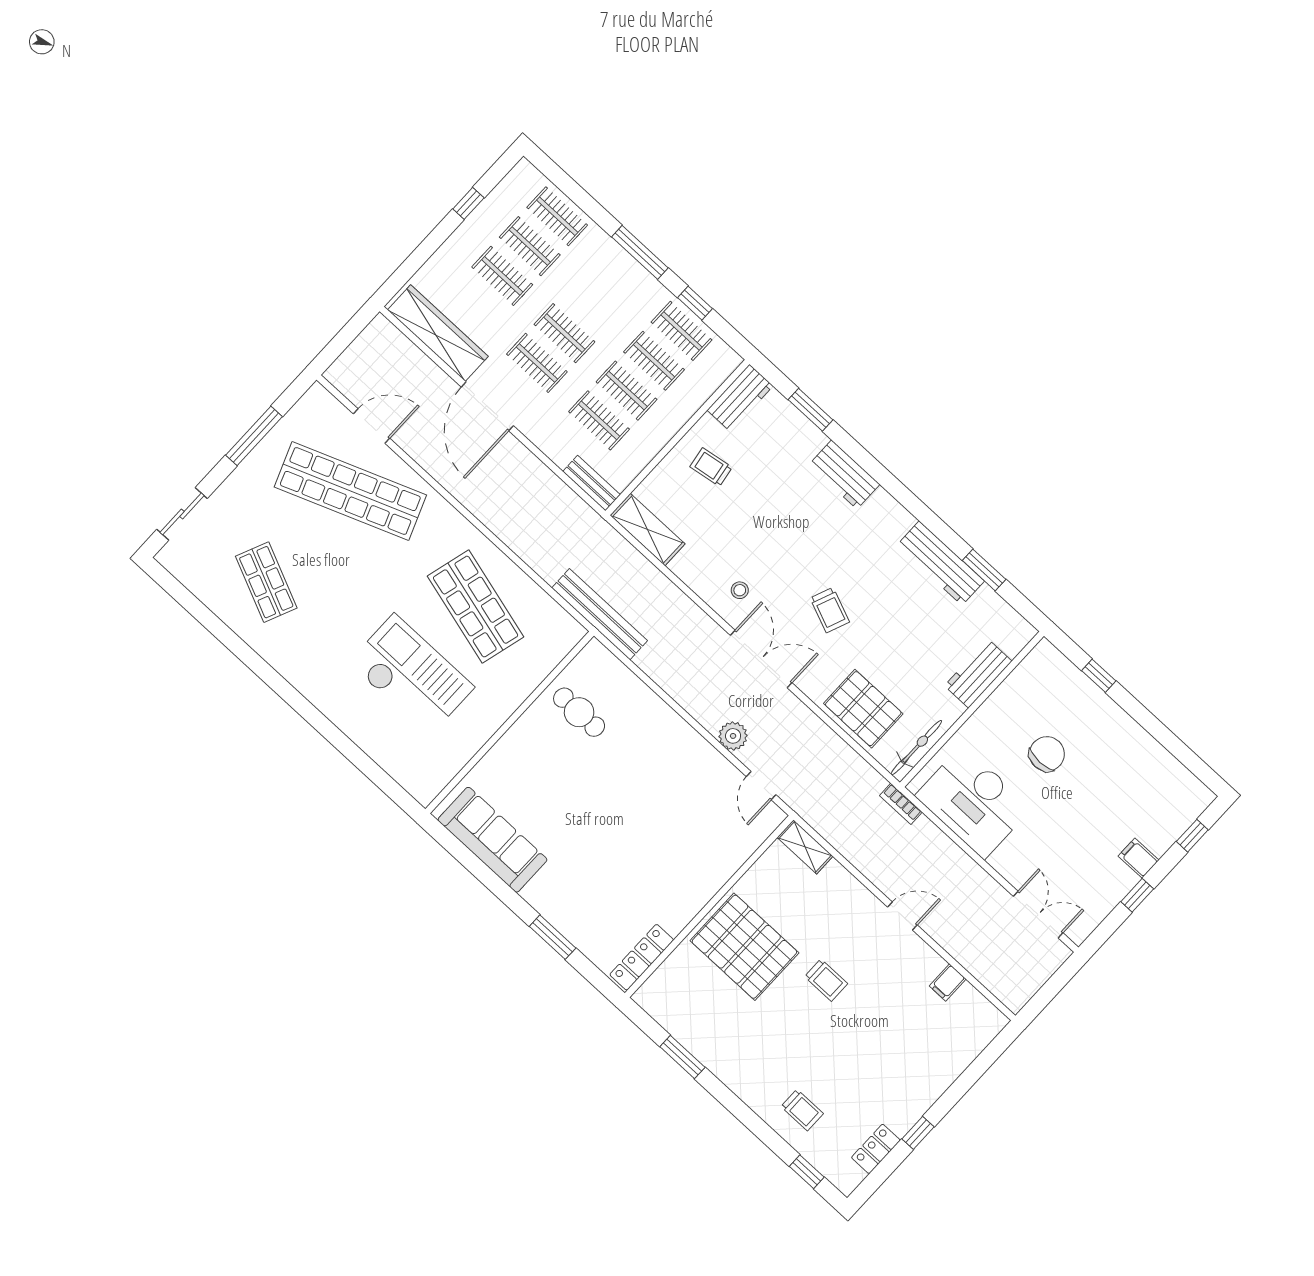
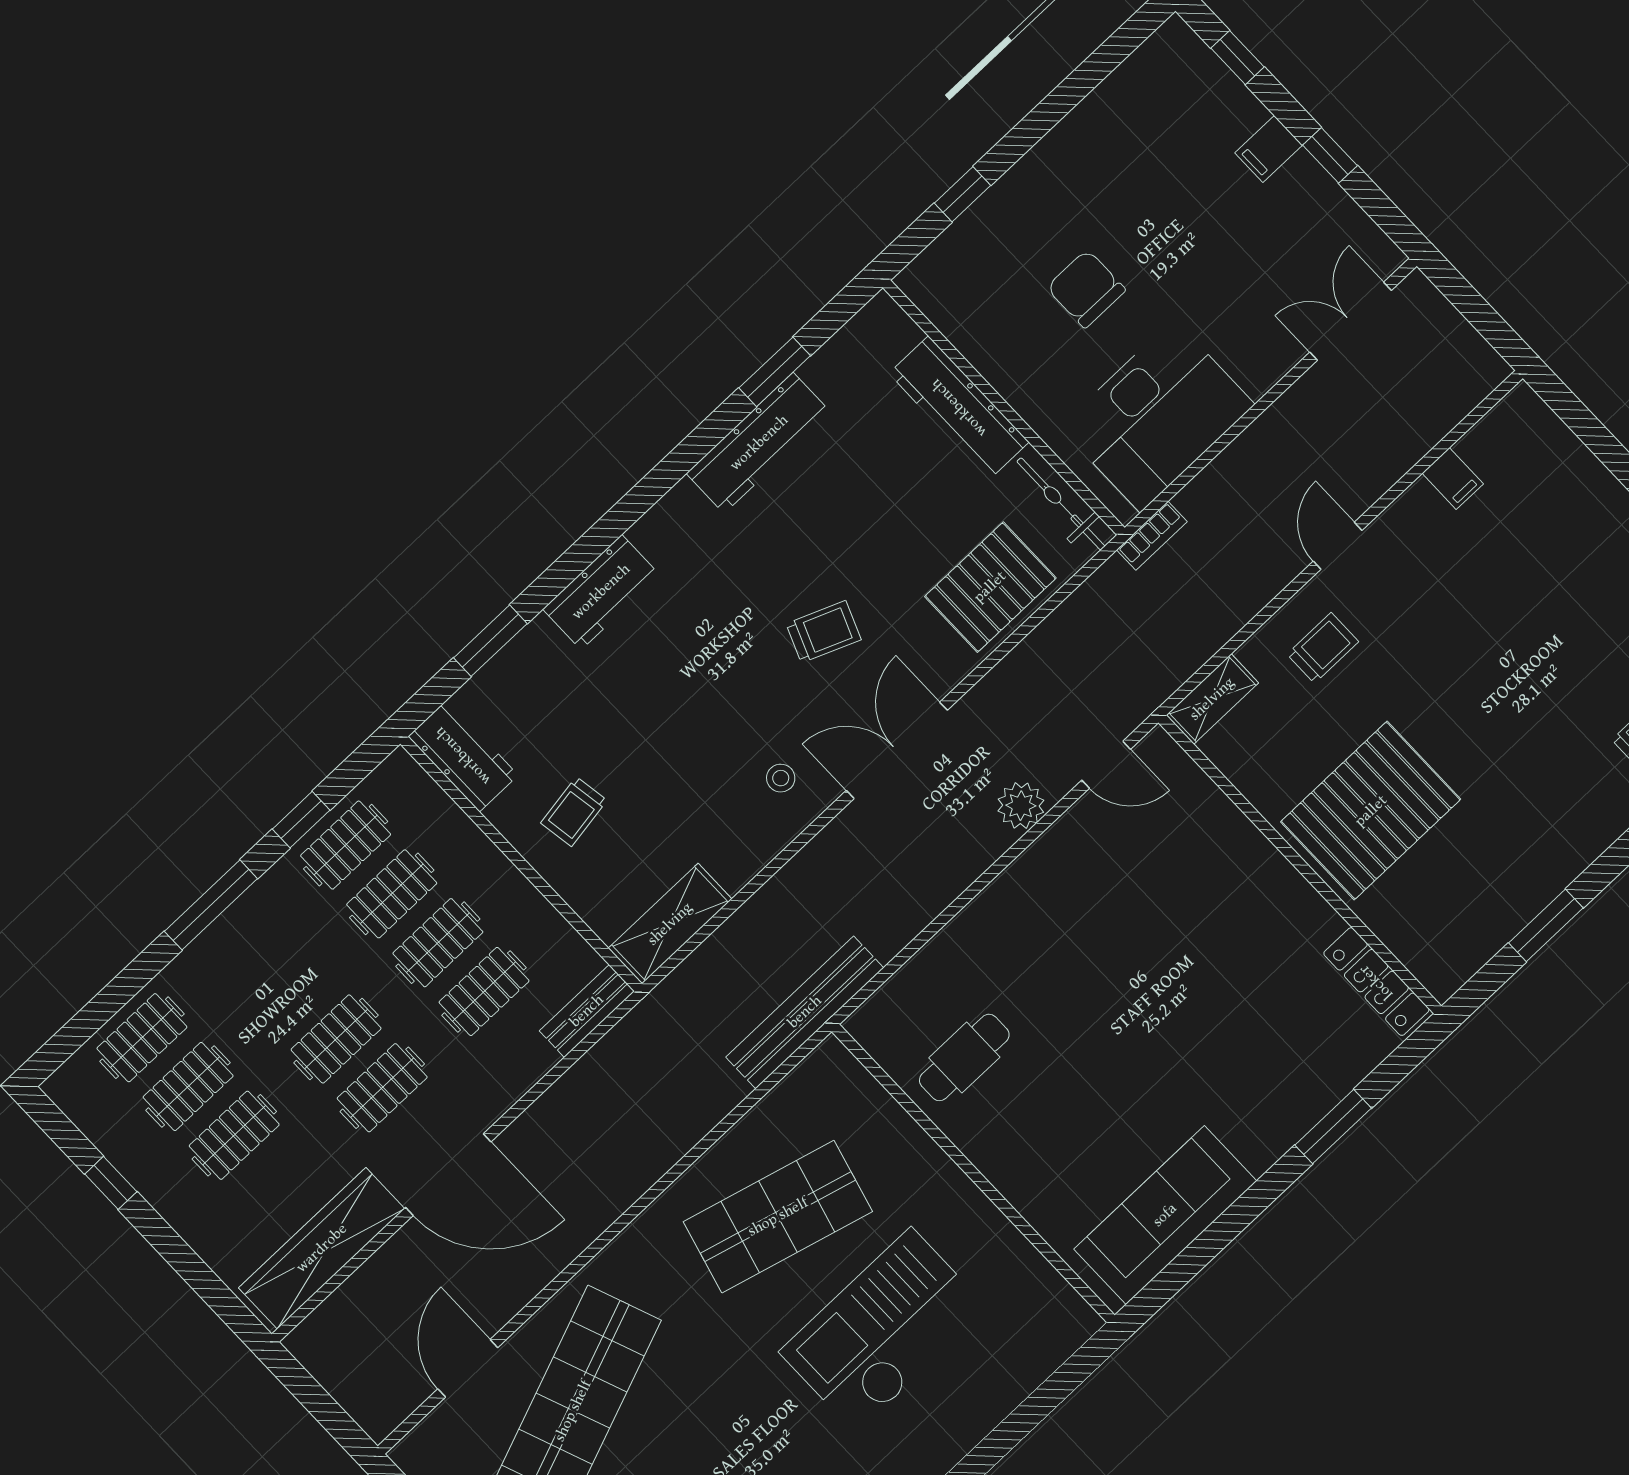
workbench: (978, 673) -> (959, 408), width x1.38
trolley: (826, 980) -> (1323, 648), moved

